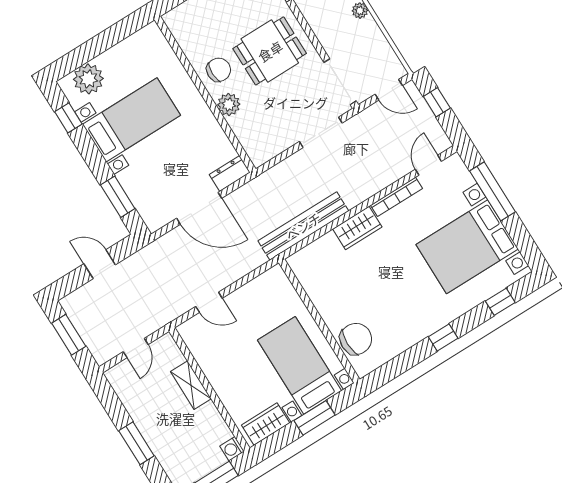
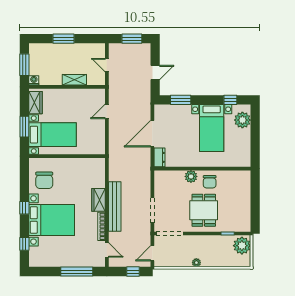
bench: (303, 226) -> (115, 207), moved
bed with nightstands: (467, 247) -> (52, 220), moved, turned 90
chair: (356, 339) -> (44, 180), moved

